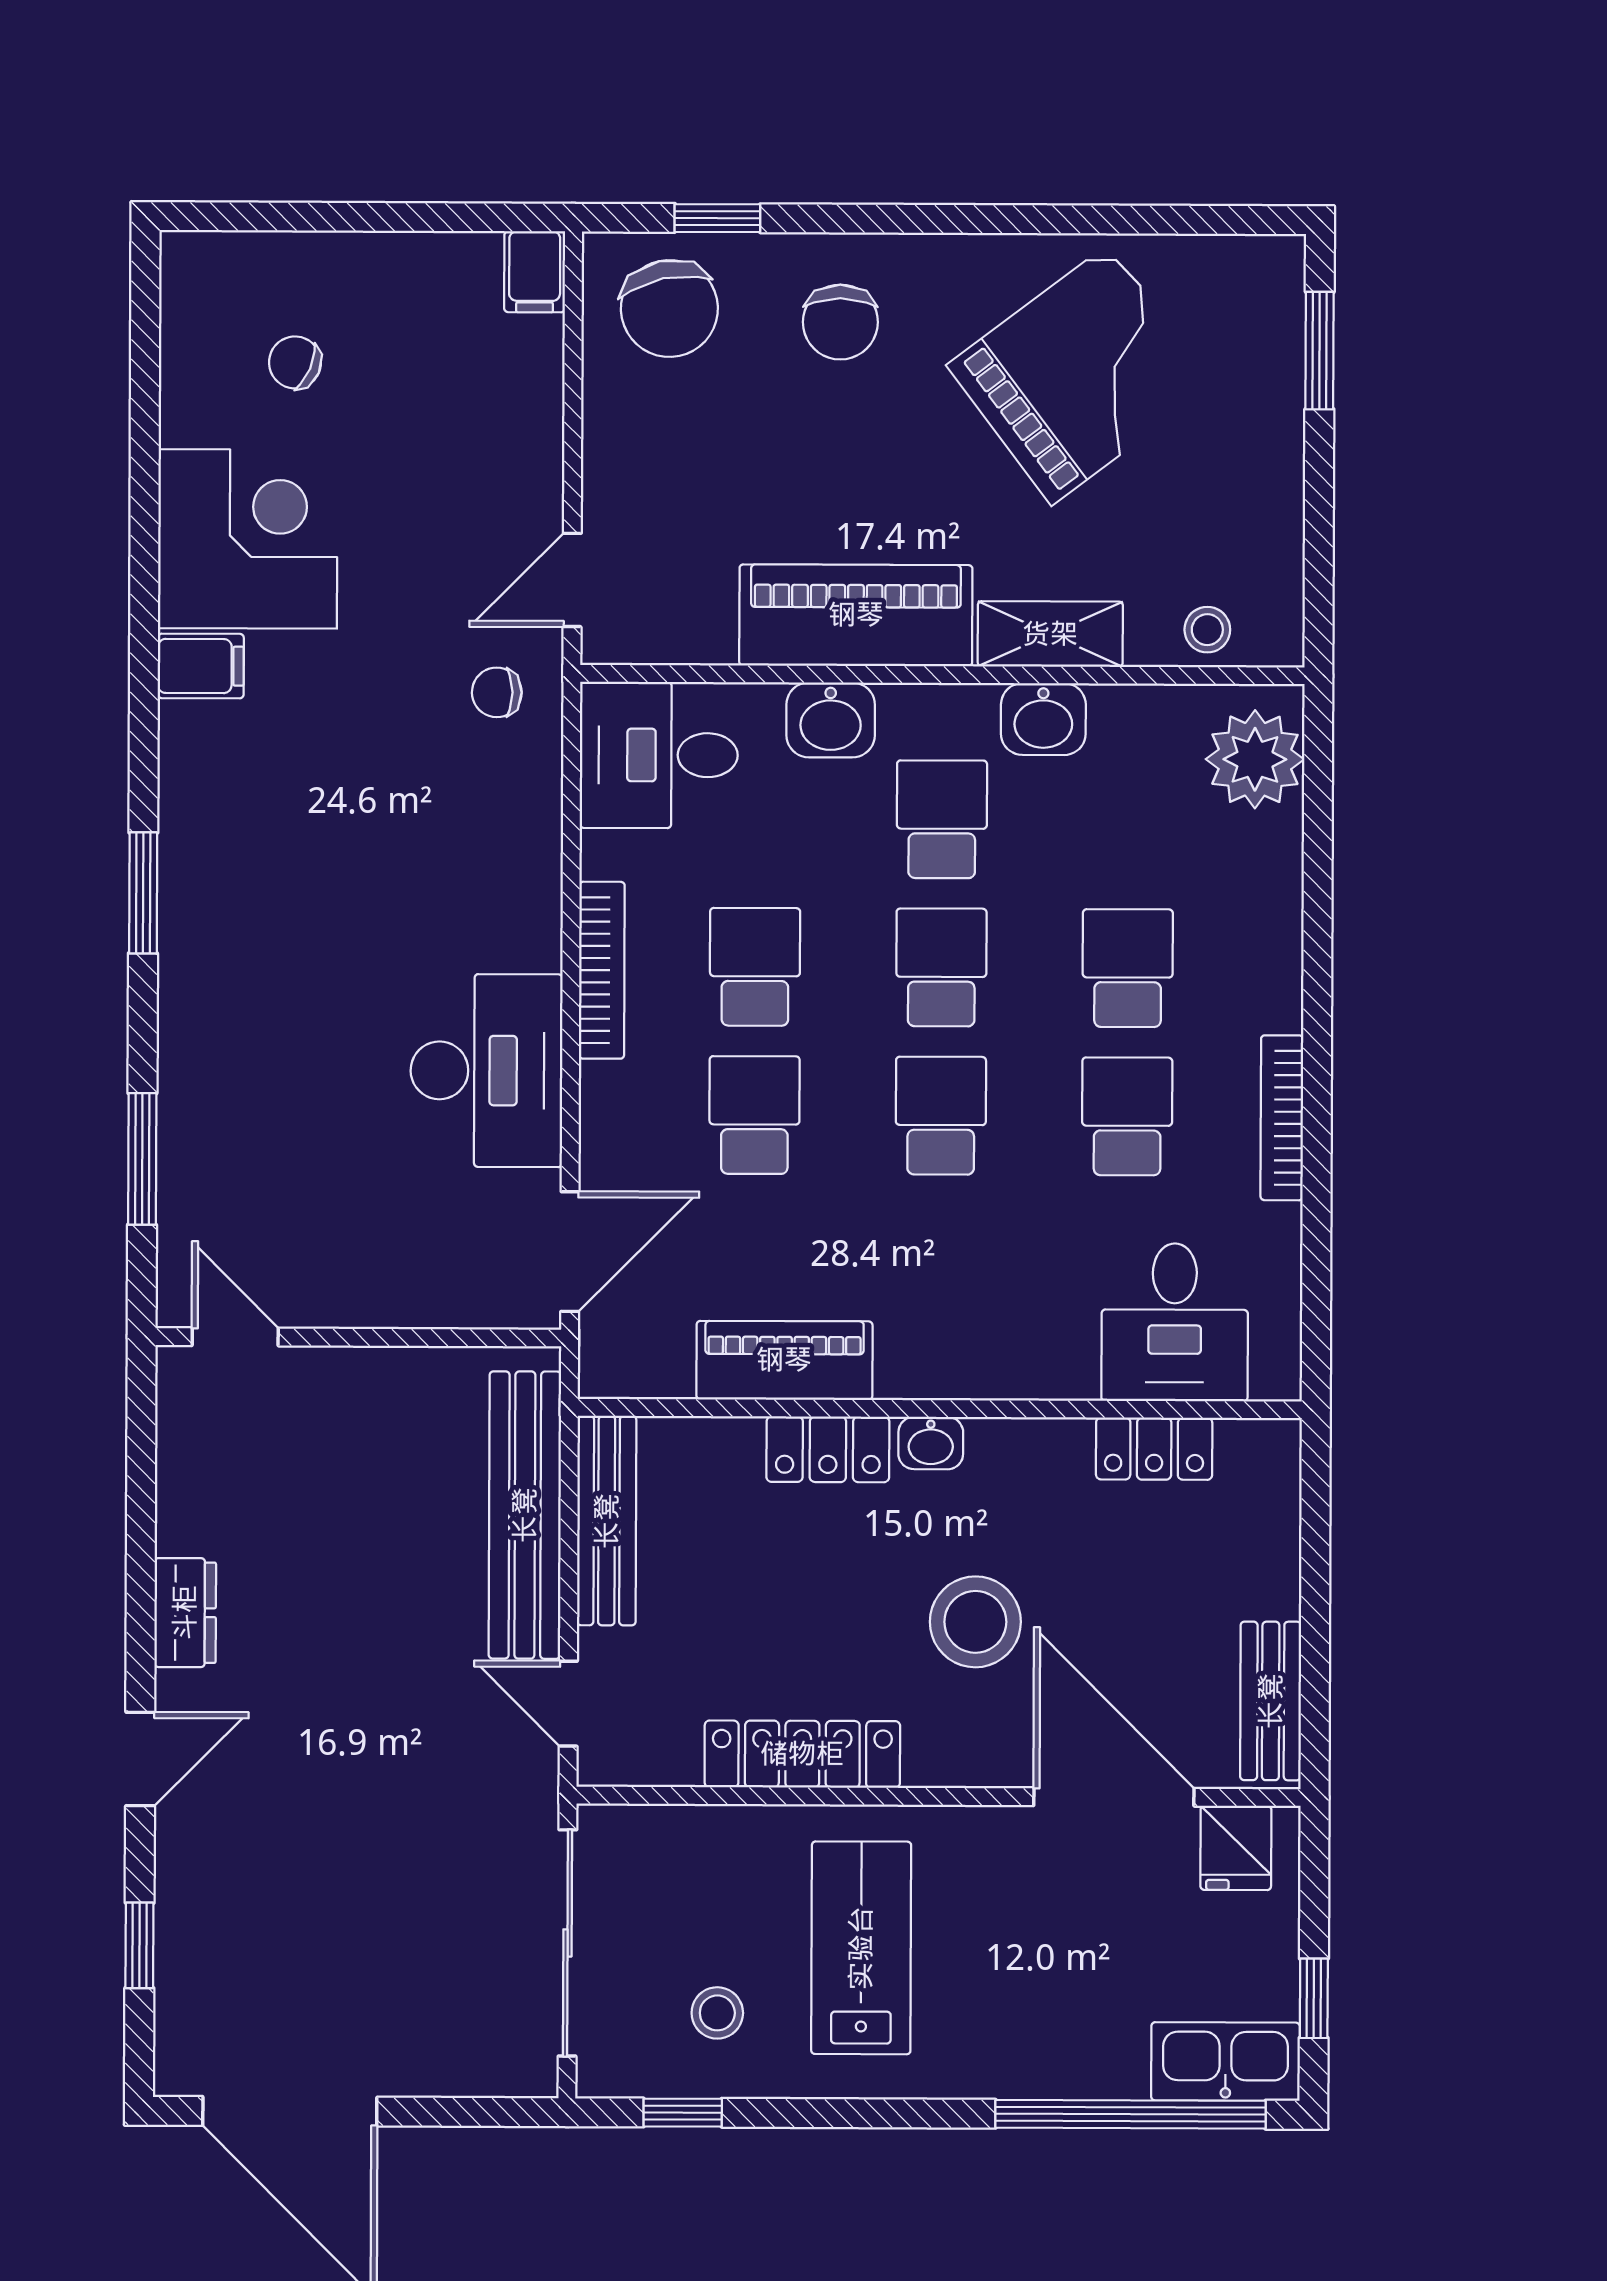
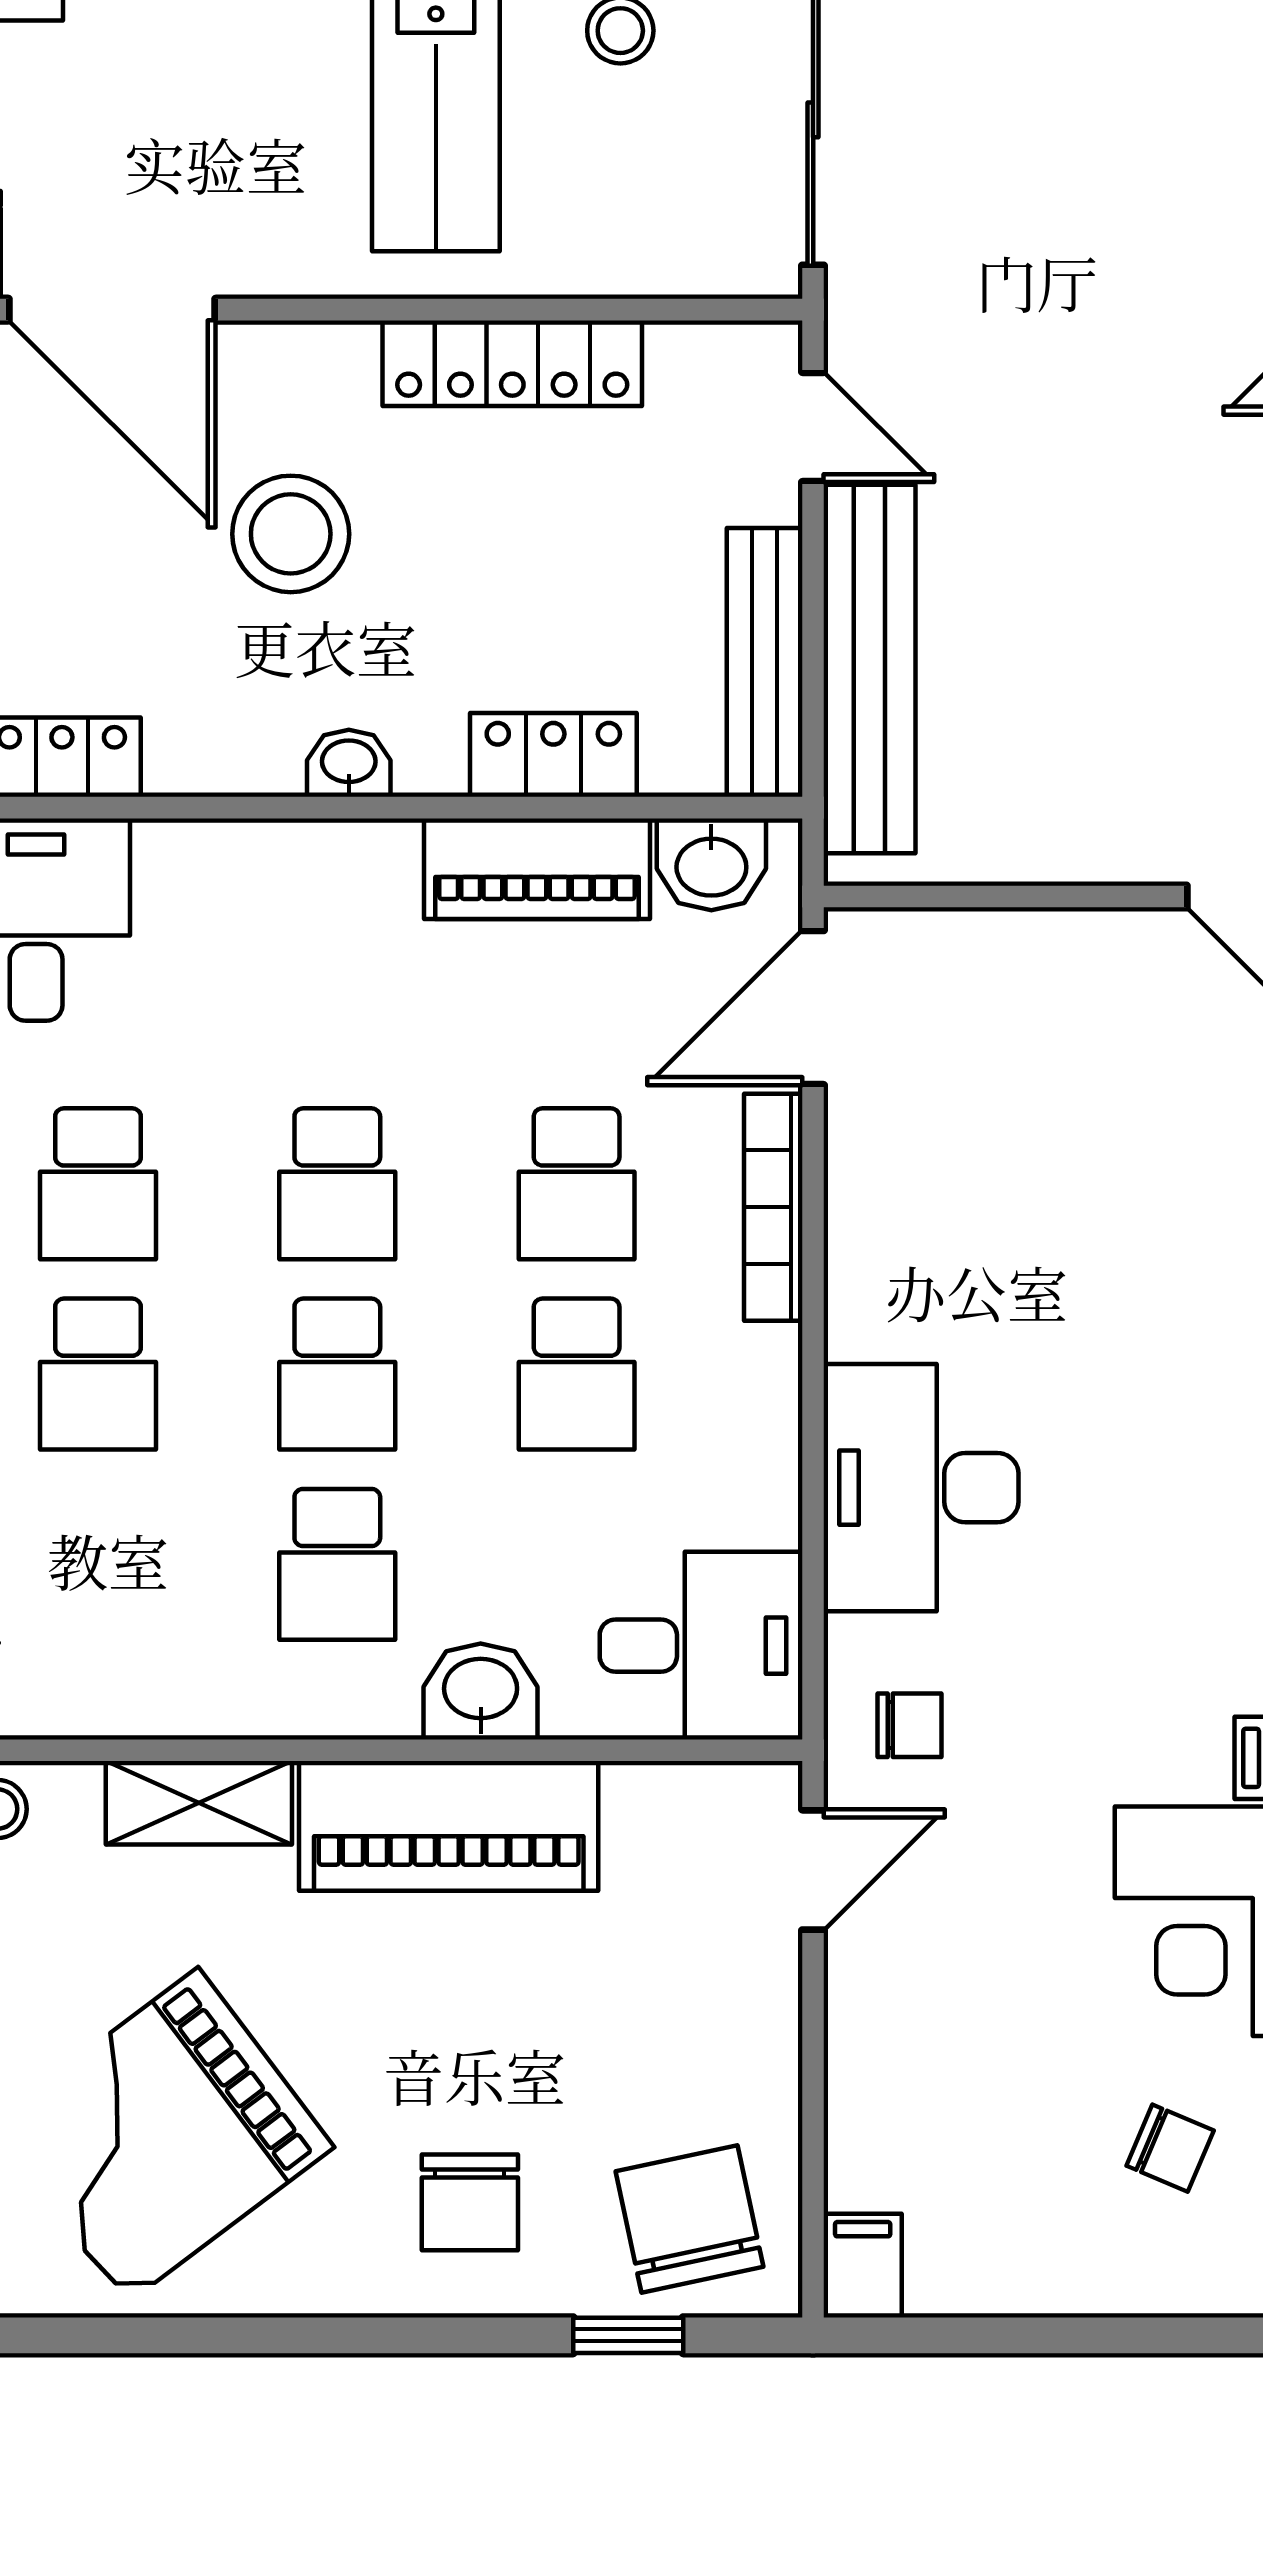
chair: (840, 322) -> (470, 2202), turned 180
washbasin: (1043, 719) -> (711, 864), moved, turned 180
bookcase: (602, 970) -> (773, 1207), moved
desk: (486, 1071) -> (921, 1488), moved
locker: (828, 1449) -> (553, 755), moved

